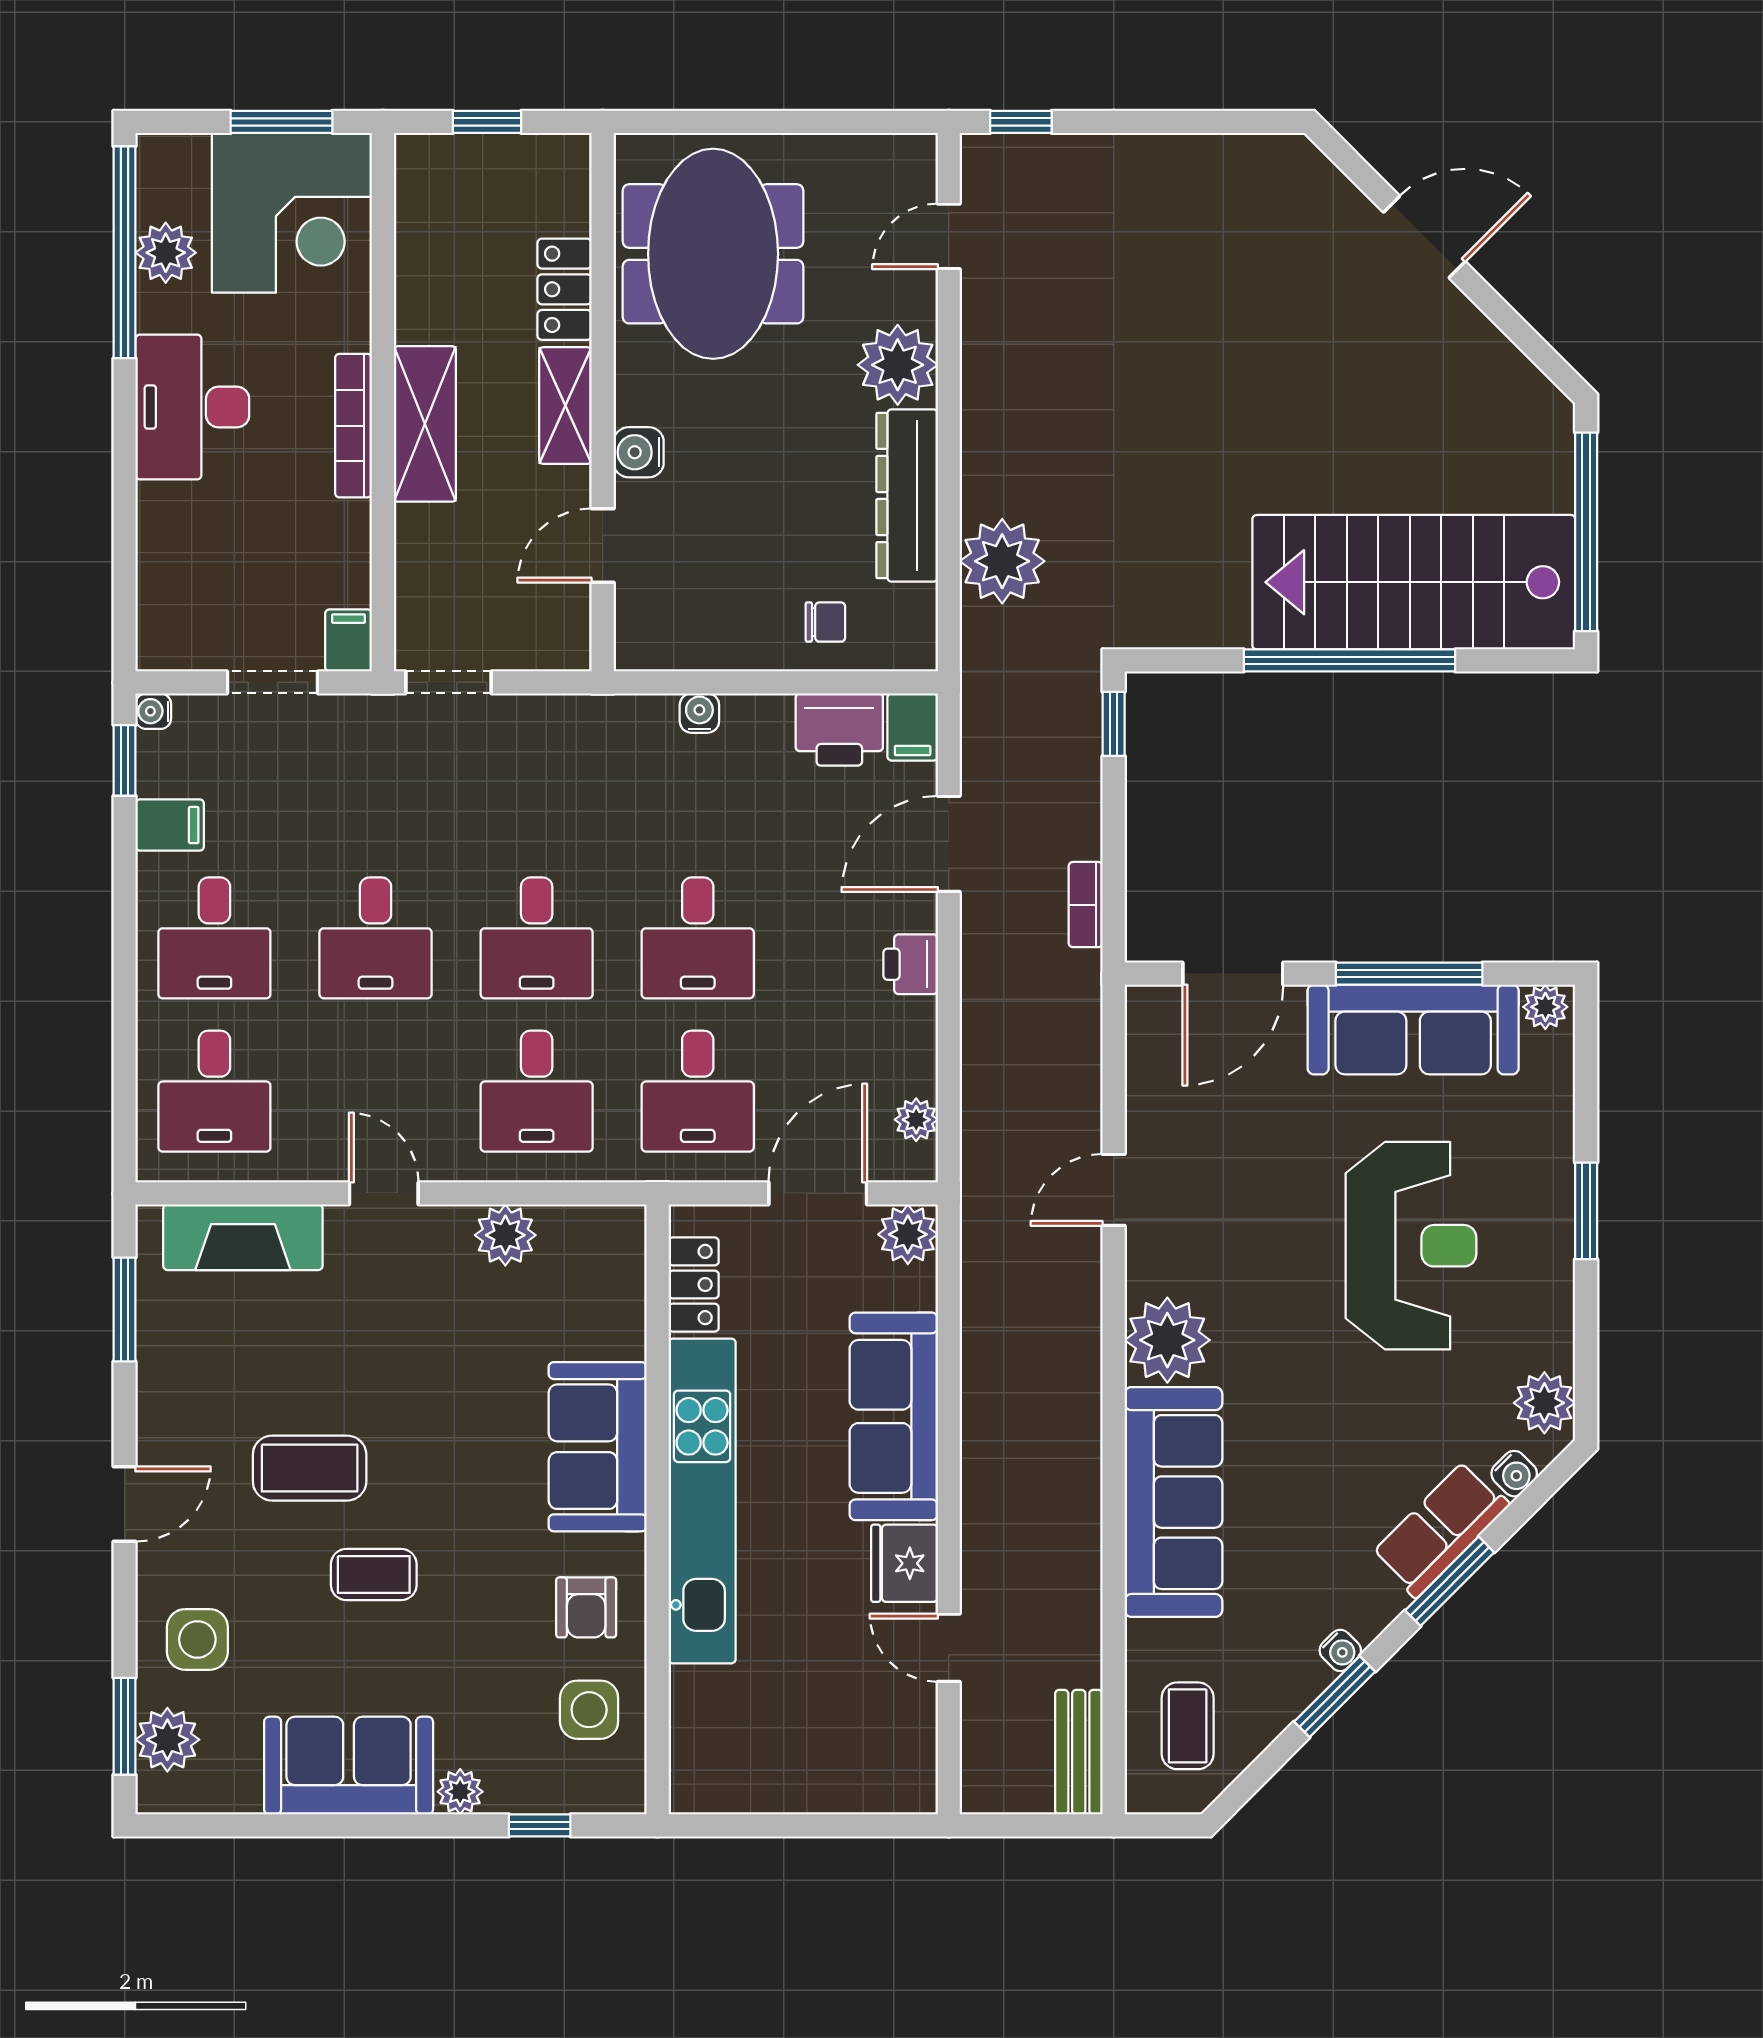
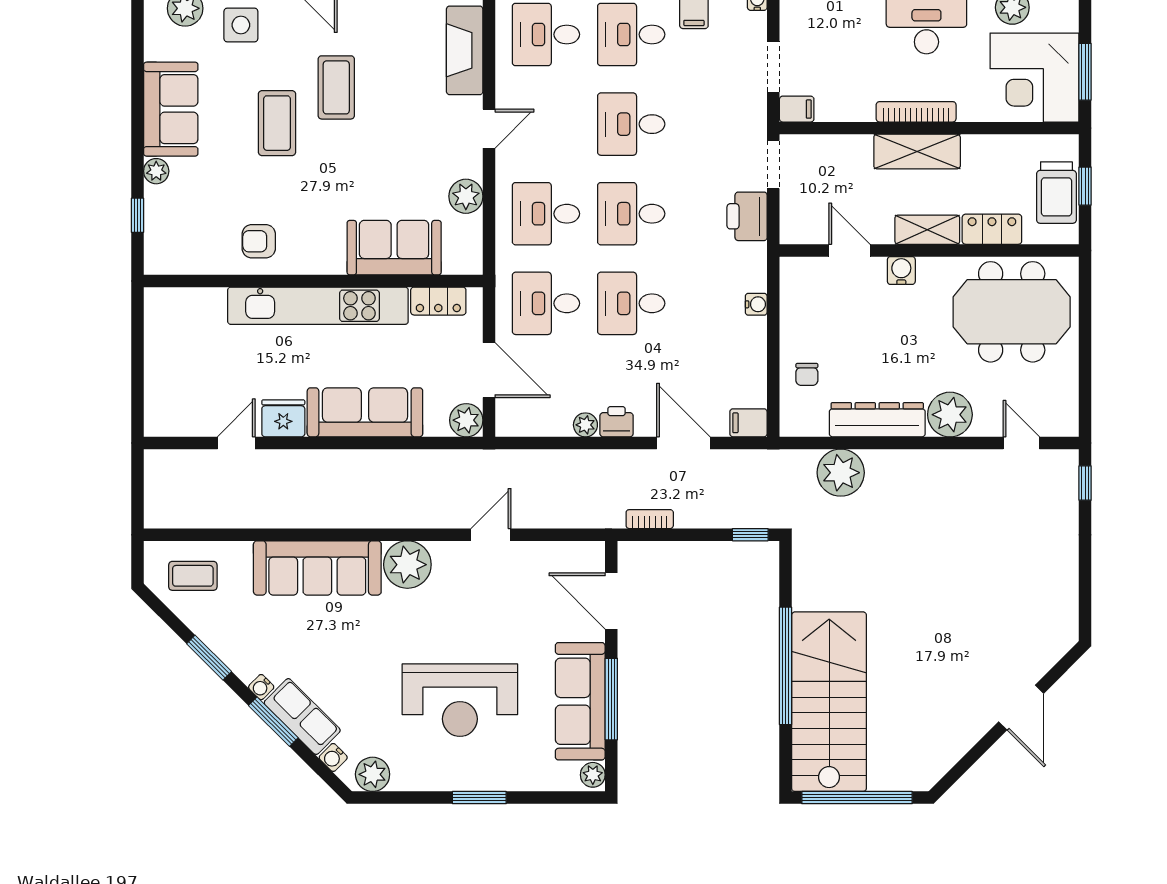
trolley: (499, 173) -> (1056, 193), added
printer: (839, 730) -> (747, 216), moved
plant: (916, 1120) -> (585, 425), moved
door: (1114, 1190) -> (491, 535), hinge flipped
sofa: (598, 1447) -> (394, 248), moved
coffee table: (374, 1575) -> (277, 123), width x1.36, depth x1.30
water cooler: (1340, 1650) -> (261, 687), moved
side table: (589, 1710) -> (202, 243), removed
bench: (1079, 1752) -> (178, 515), removed

